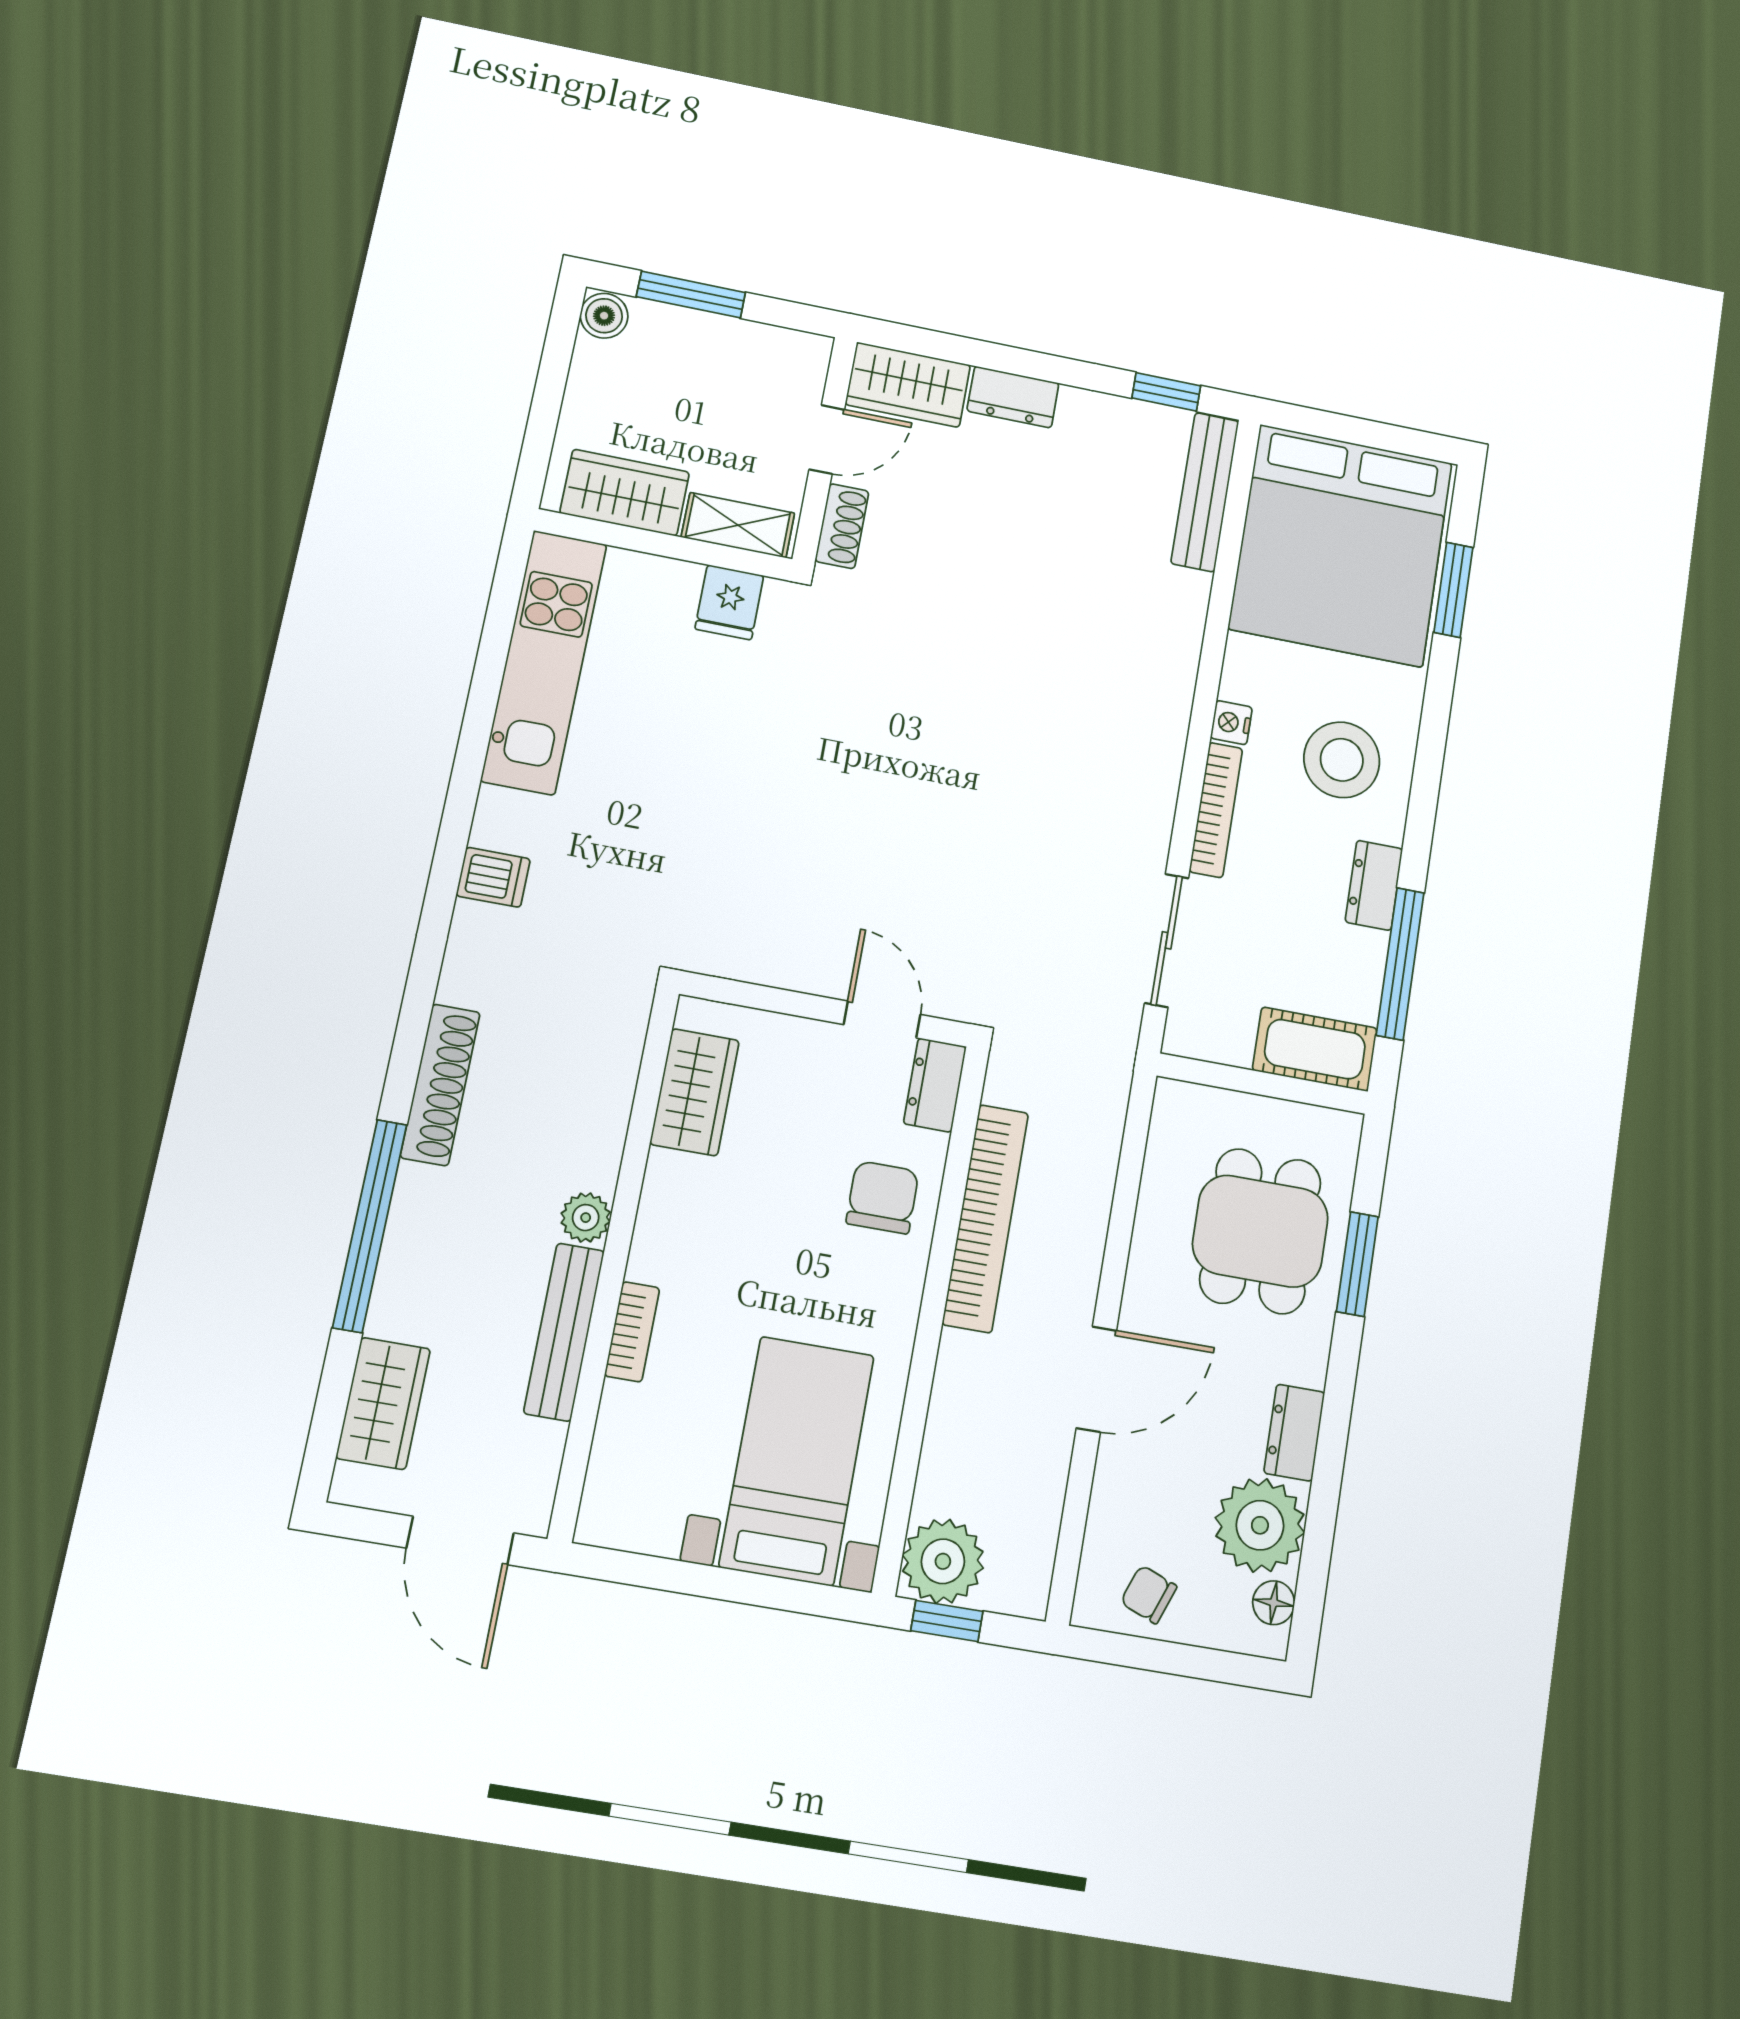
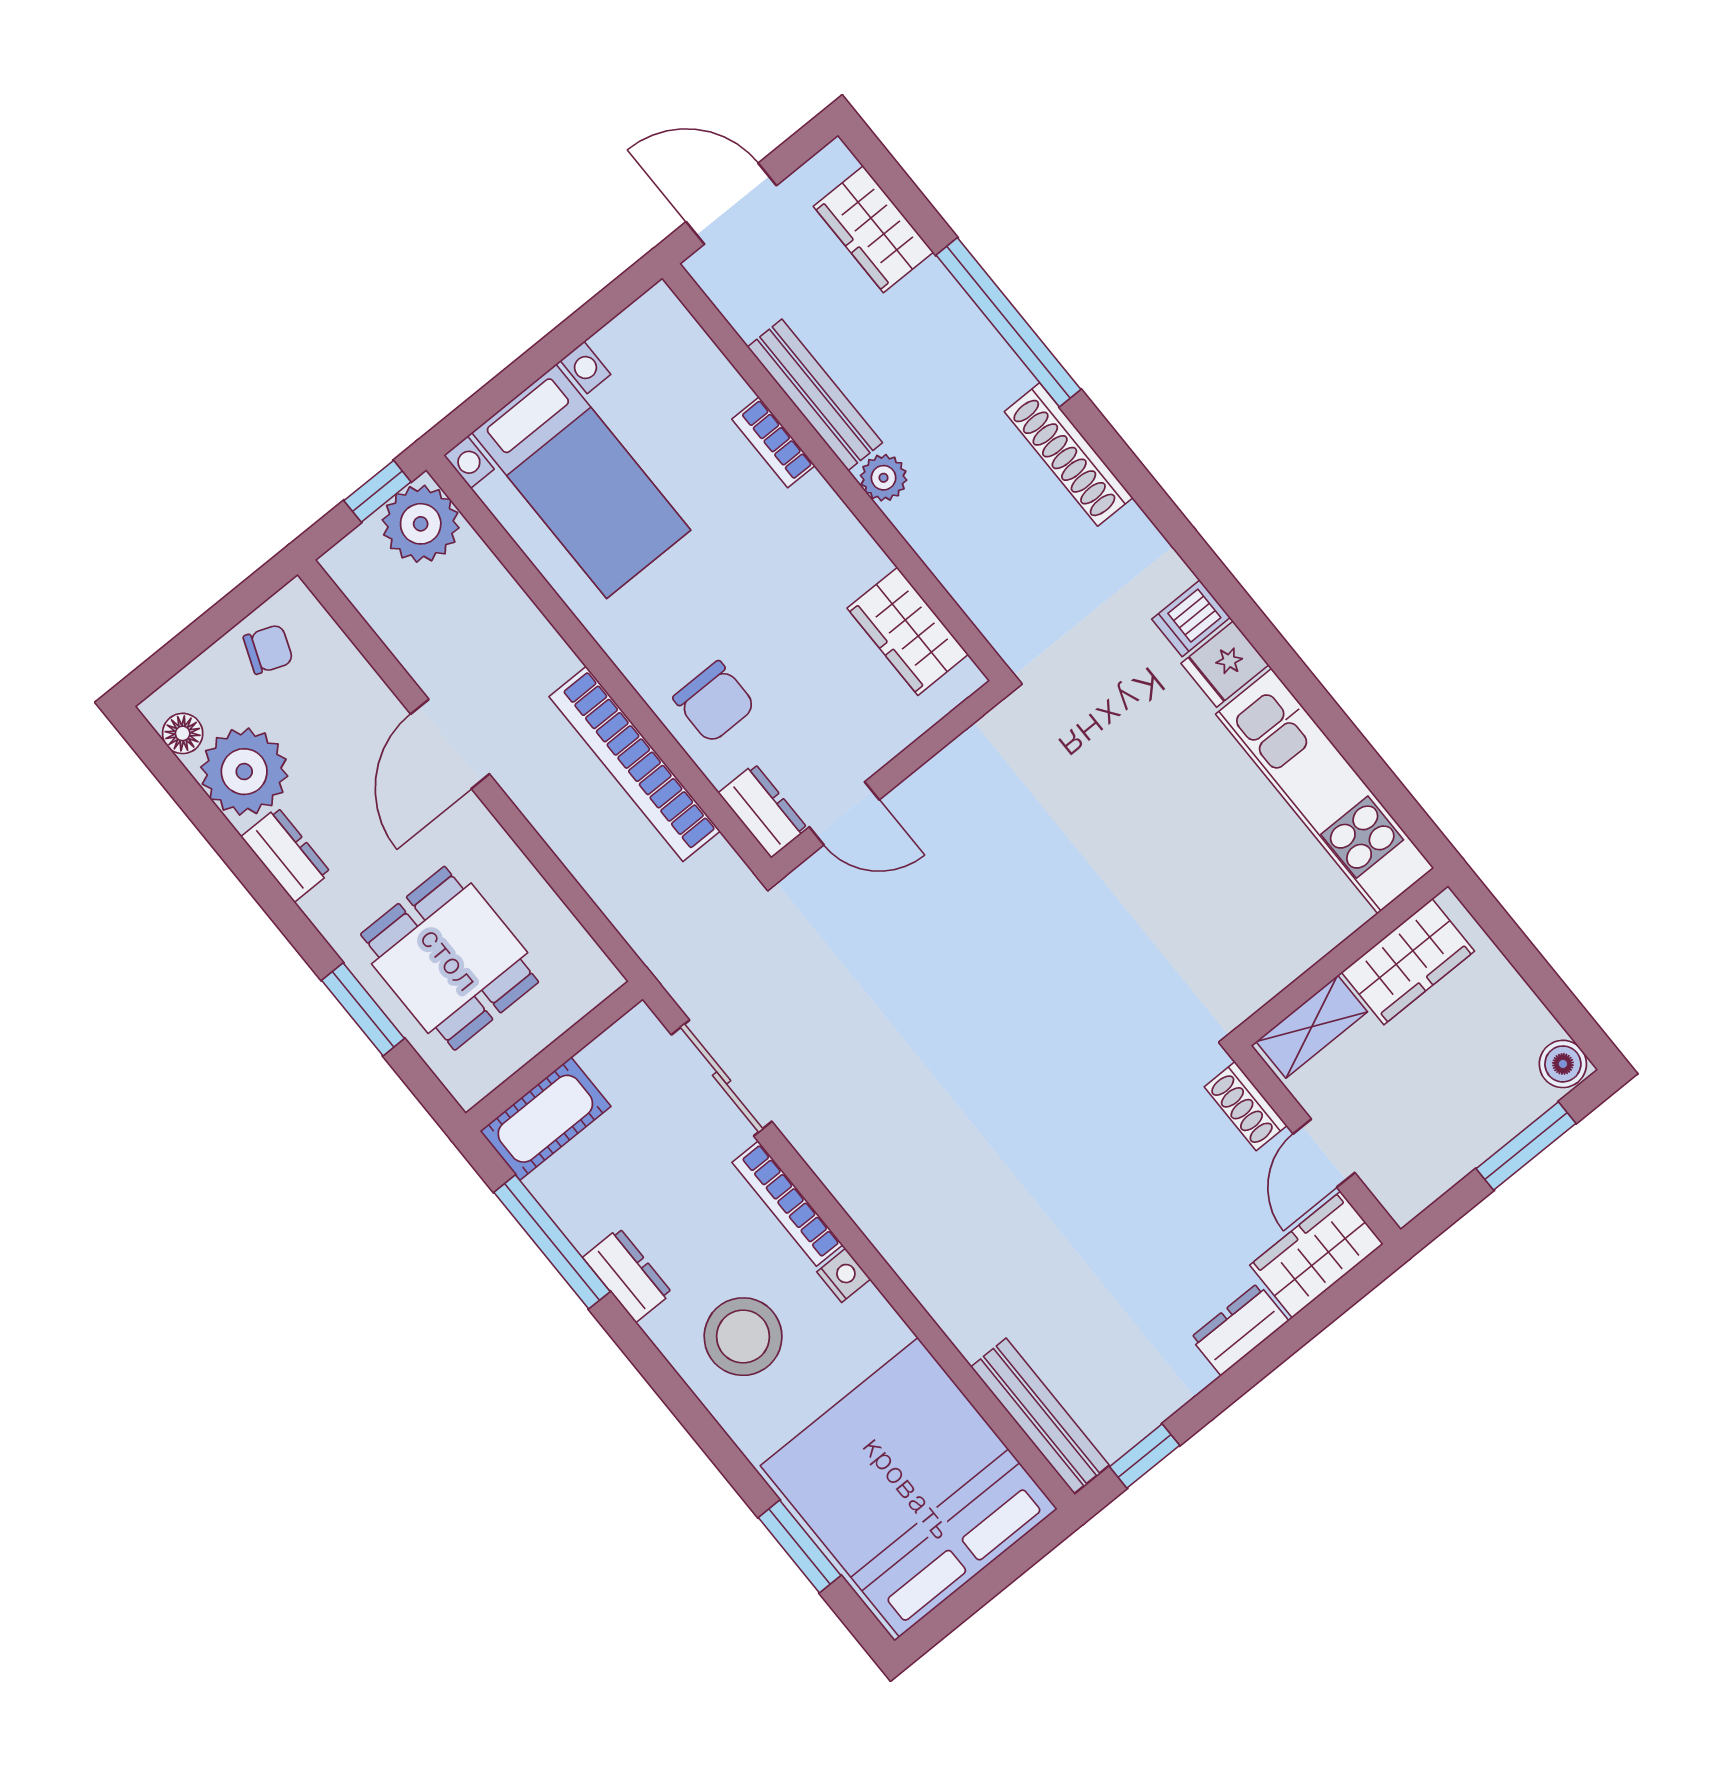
fridge: (729, 602) -> (1225, 664), moved, turned -90

